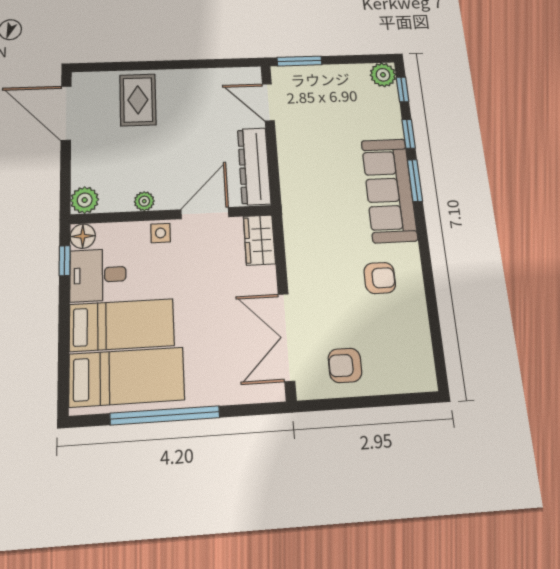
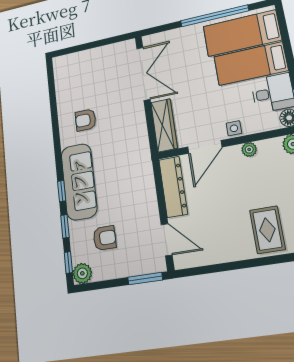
window: (415, 181) -> (62, 191), width x0.67
wardrobe: (259, 240) -> (164, 125), width x1.50
armchair: (345, 365) -> (105, 238), moved

